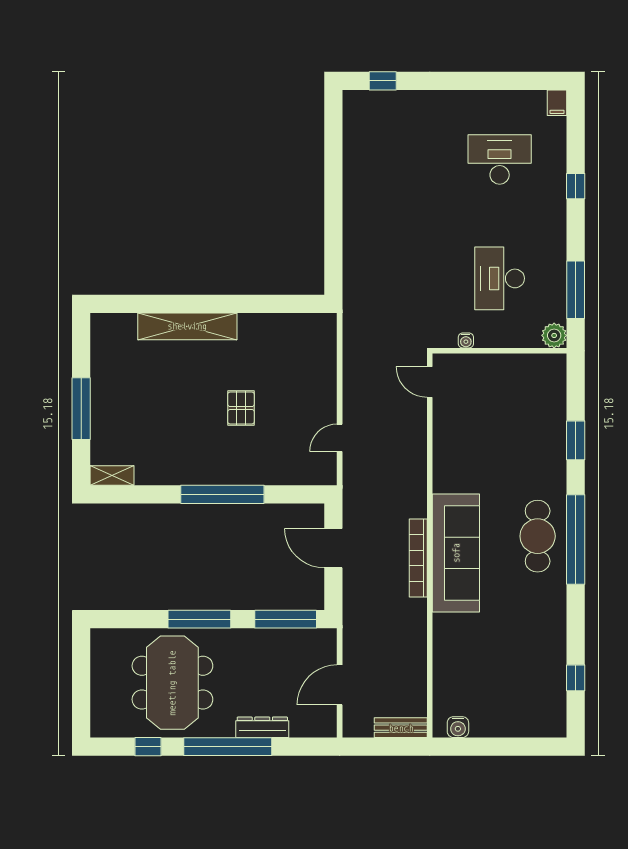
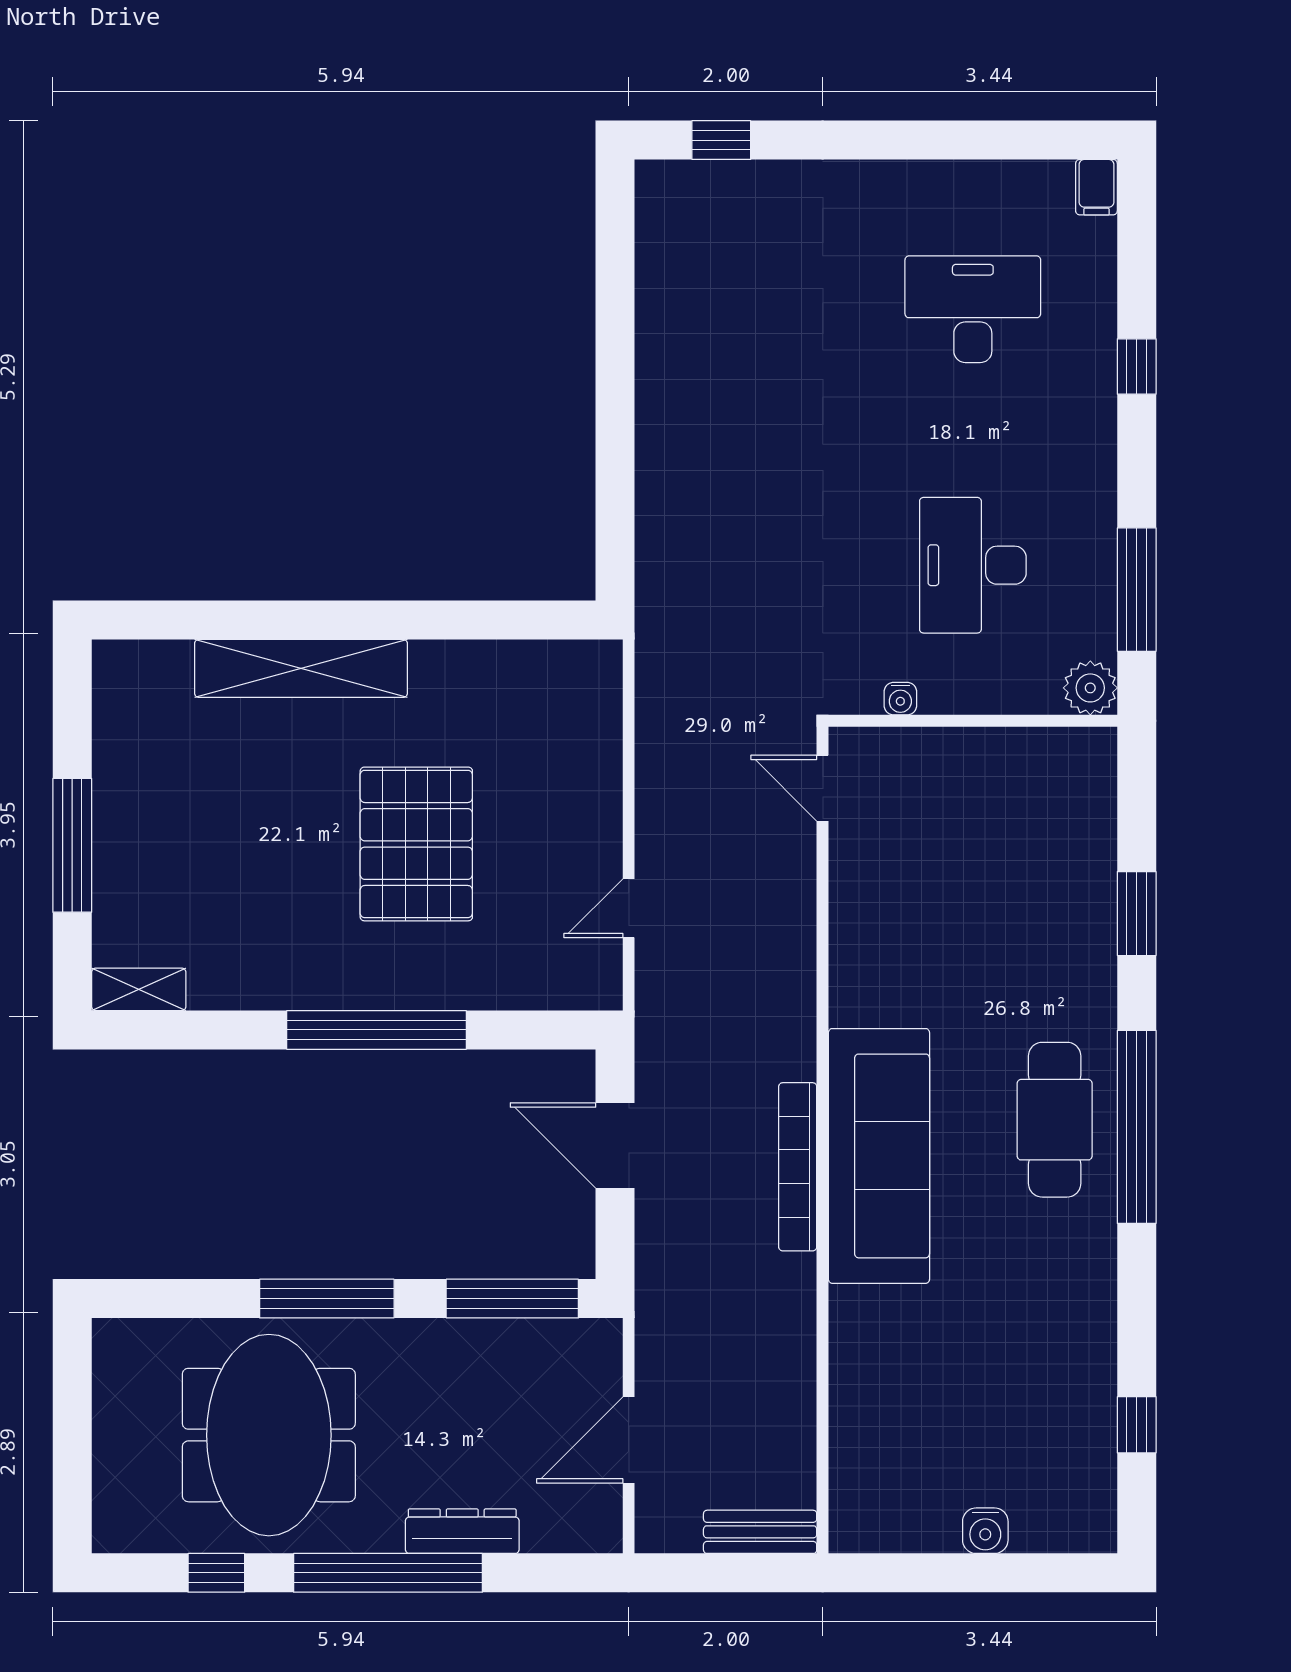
pallet: (241, 408) -> (416, 844), width x2.05, depth x2.00
water cooler: (458, 727) -> (985, 1531), moved

